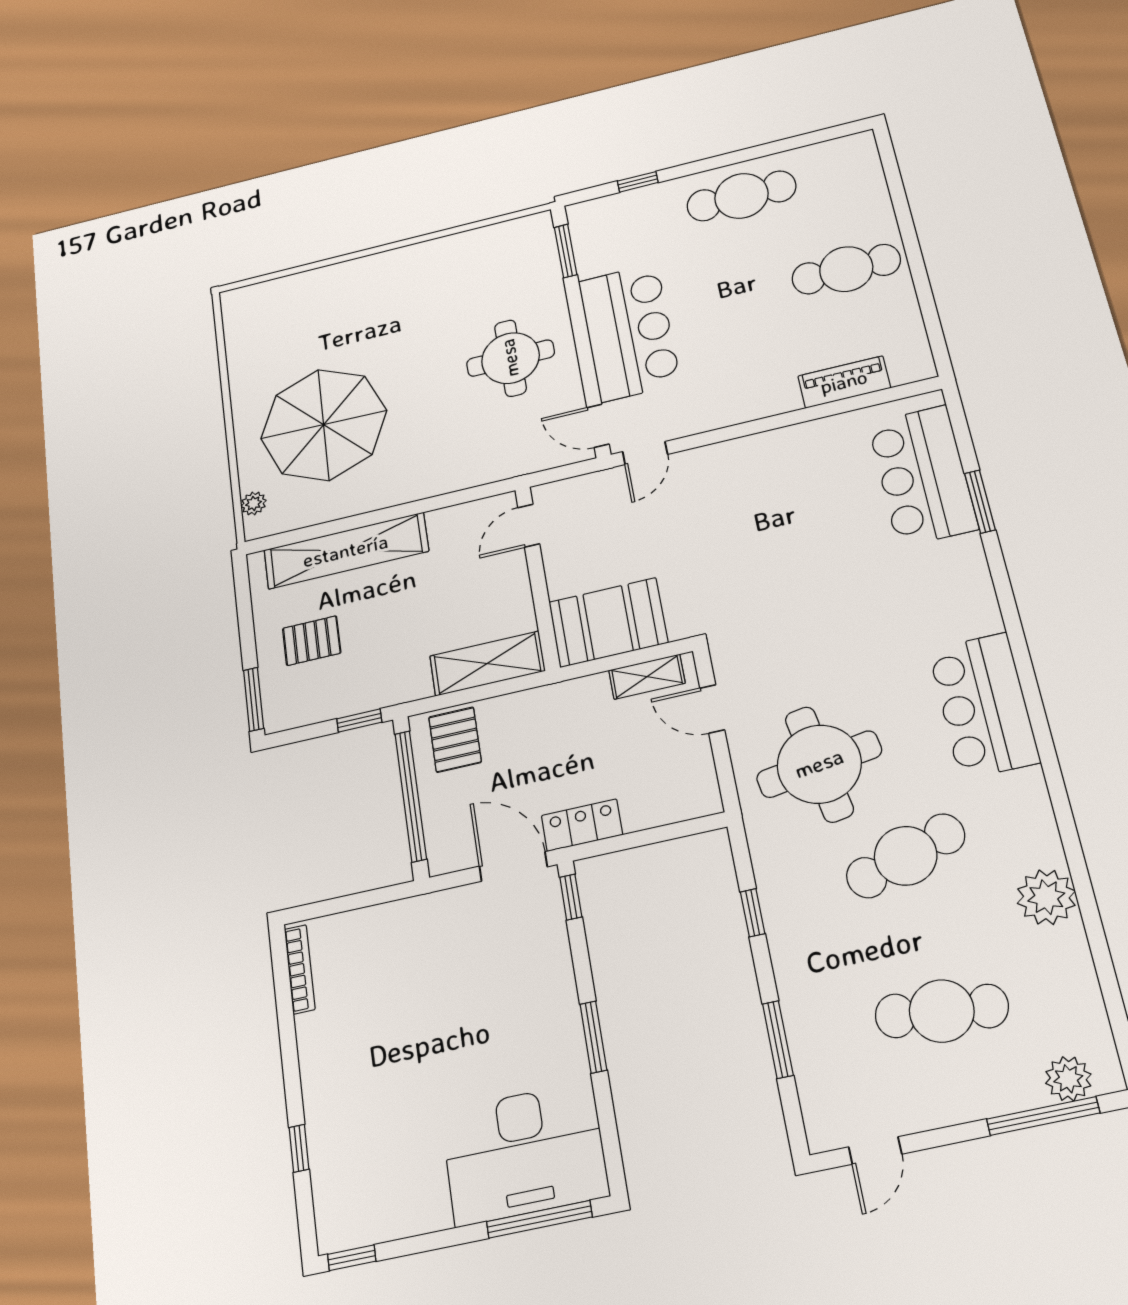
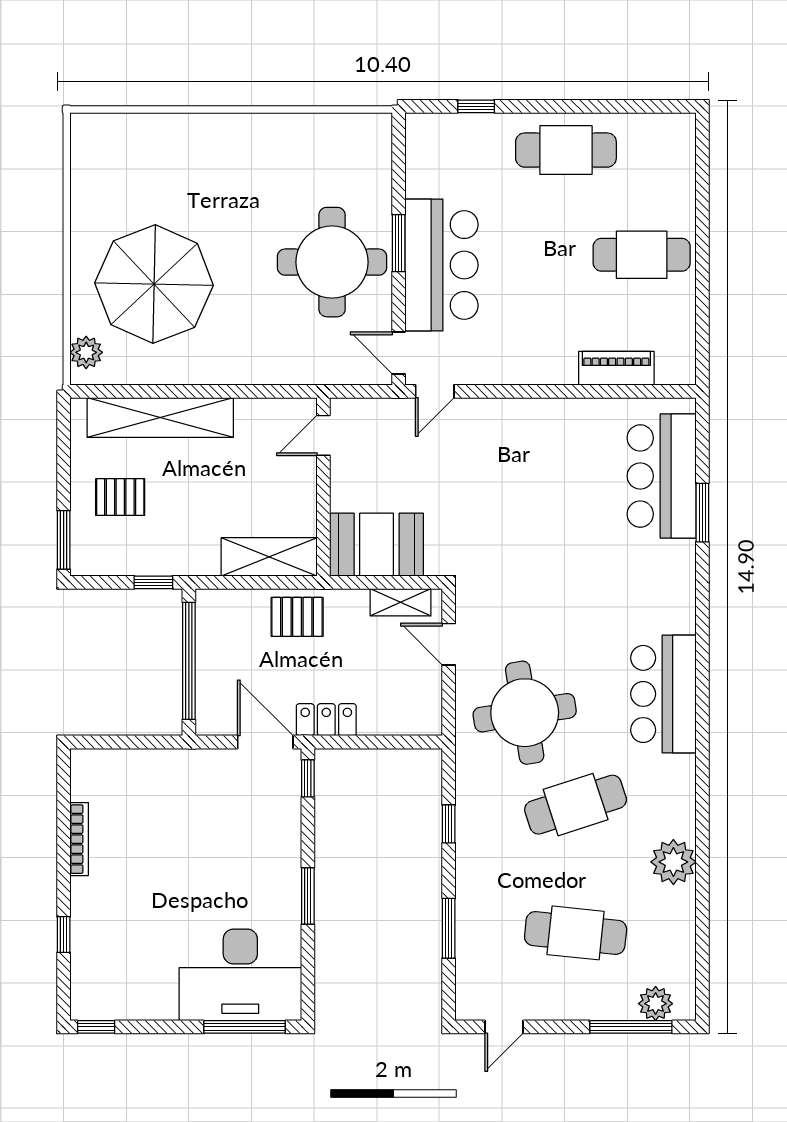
window: (566, 251) -> (399, 243), moved
round table: (510, 358) -> (332, 262), width x1.36, depth x1.36
plant: (254, 503) -> (86, 352), width x1.38, depth x1.38
pallet: (455, 740) -> (297, 617), moved, turned 90
bookcase: (300, 969) -> (79, 839), moved

